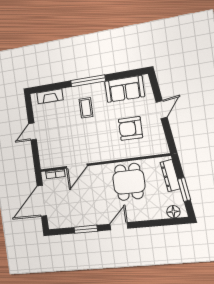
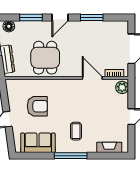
plant: (46, 160) -> (122, 87), added
door: (77, 166) -> (92, 78), hinge flipped
window: (150, 224) -> (31, 17), added

